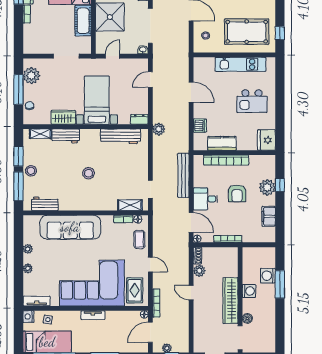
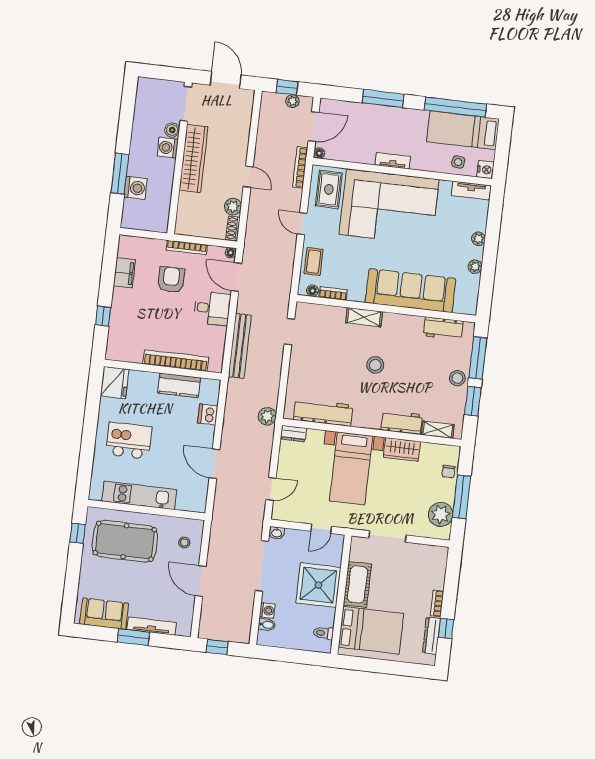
plant: (267, 187) -> (122, 315), removed
armchair: (237, 193) -> (171, 280), moved
shelving: (130, 205) -> (364, 317), moved
washing machine: (249, 291) -> (168, 148), moved

